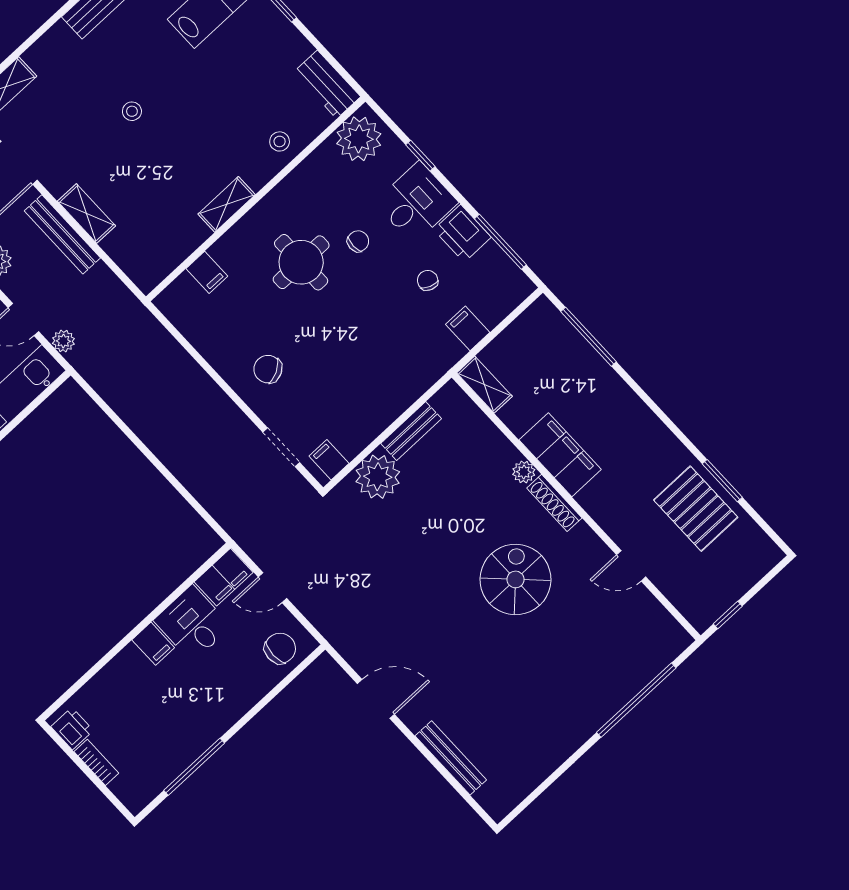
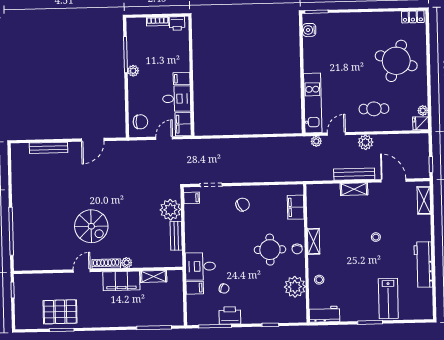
plant: (359, 139) -> (295, 287), moved
desk: (416, 202) -> (200, 266), moved, turned 90
chair: (358, 241) -> (297, 249), moved
filing cabinet: (207, 272) -> (296, 207), width x2.00
shelving: (484, 385) -> (154, 276), moved
door: (631, 566) -> (82, 271), moved
chair: (280, 648) -> (140, 122), turned -90
plant: (209, 732) -> (133, 71), added

